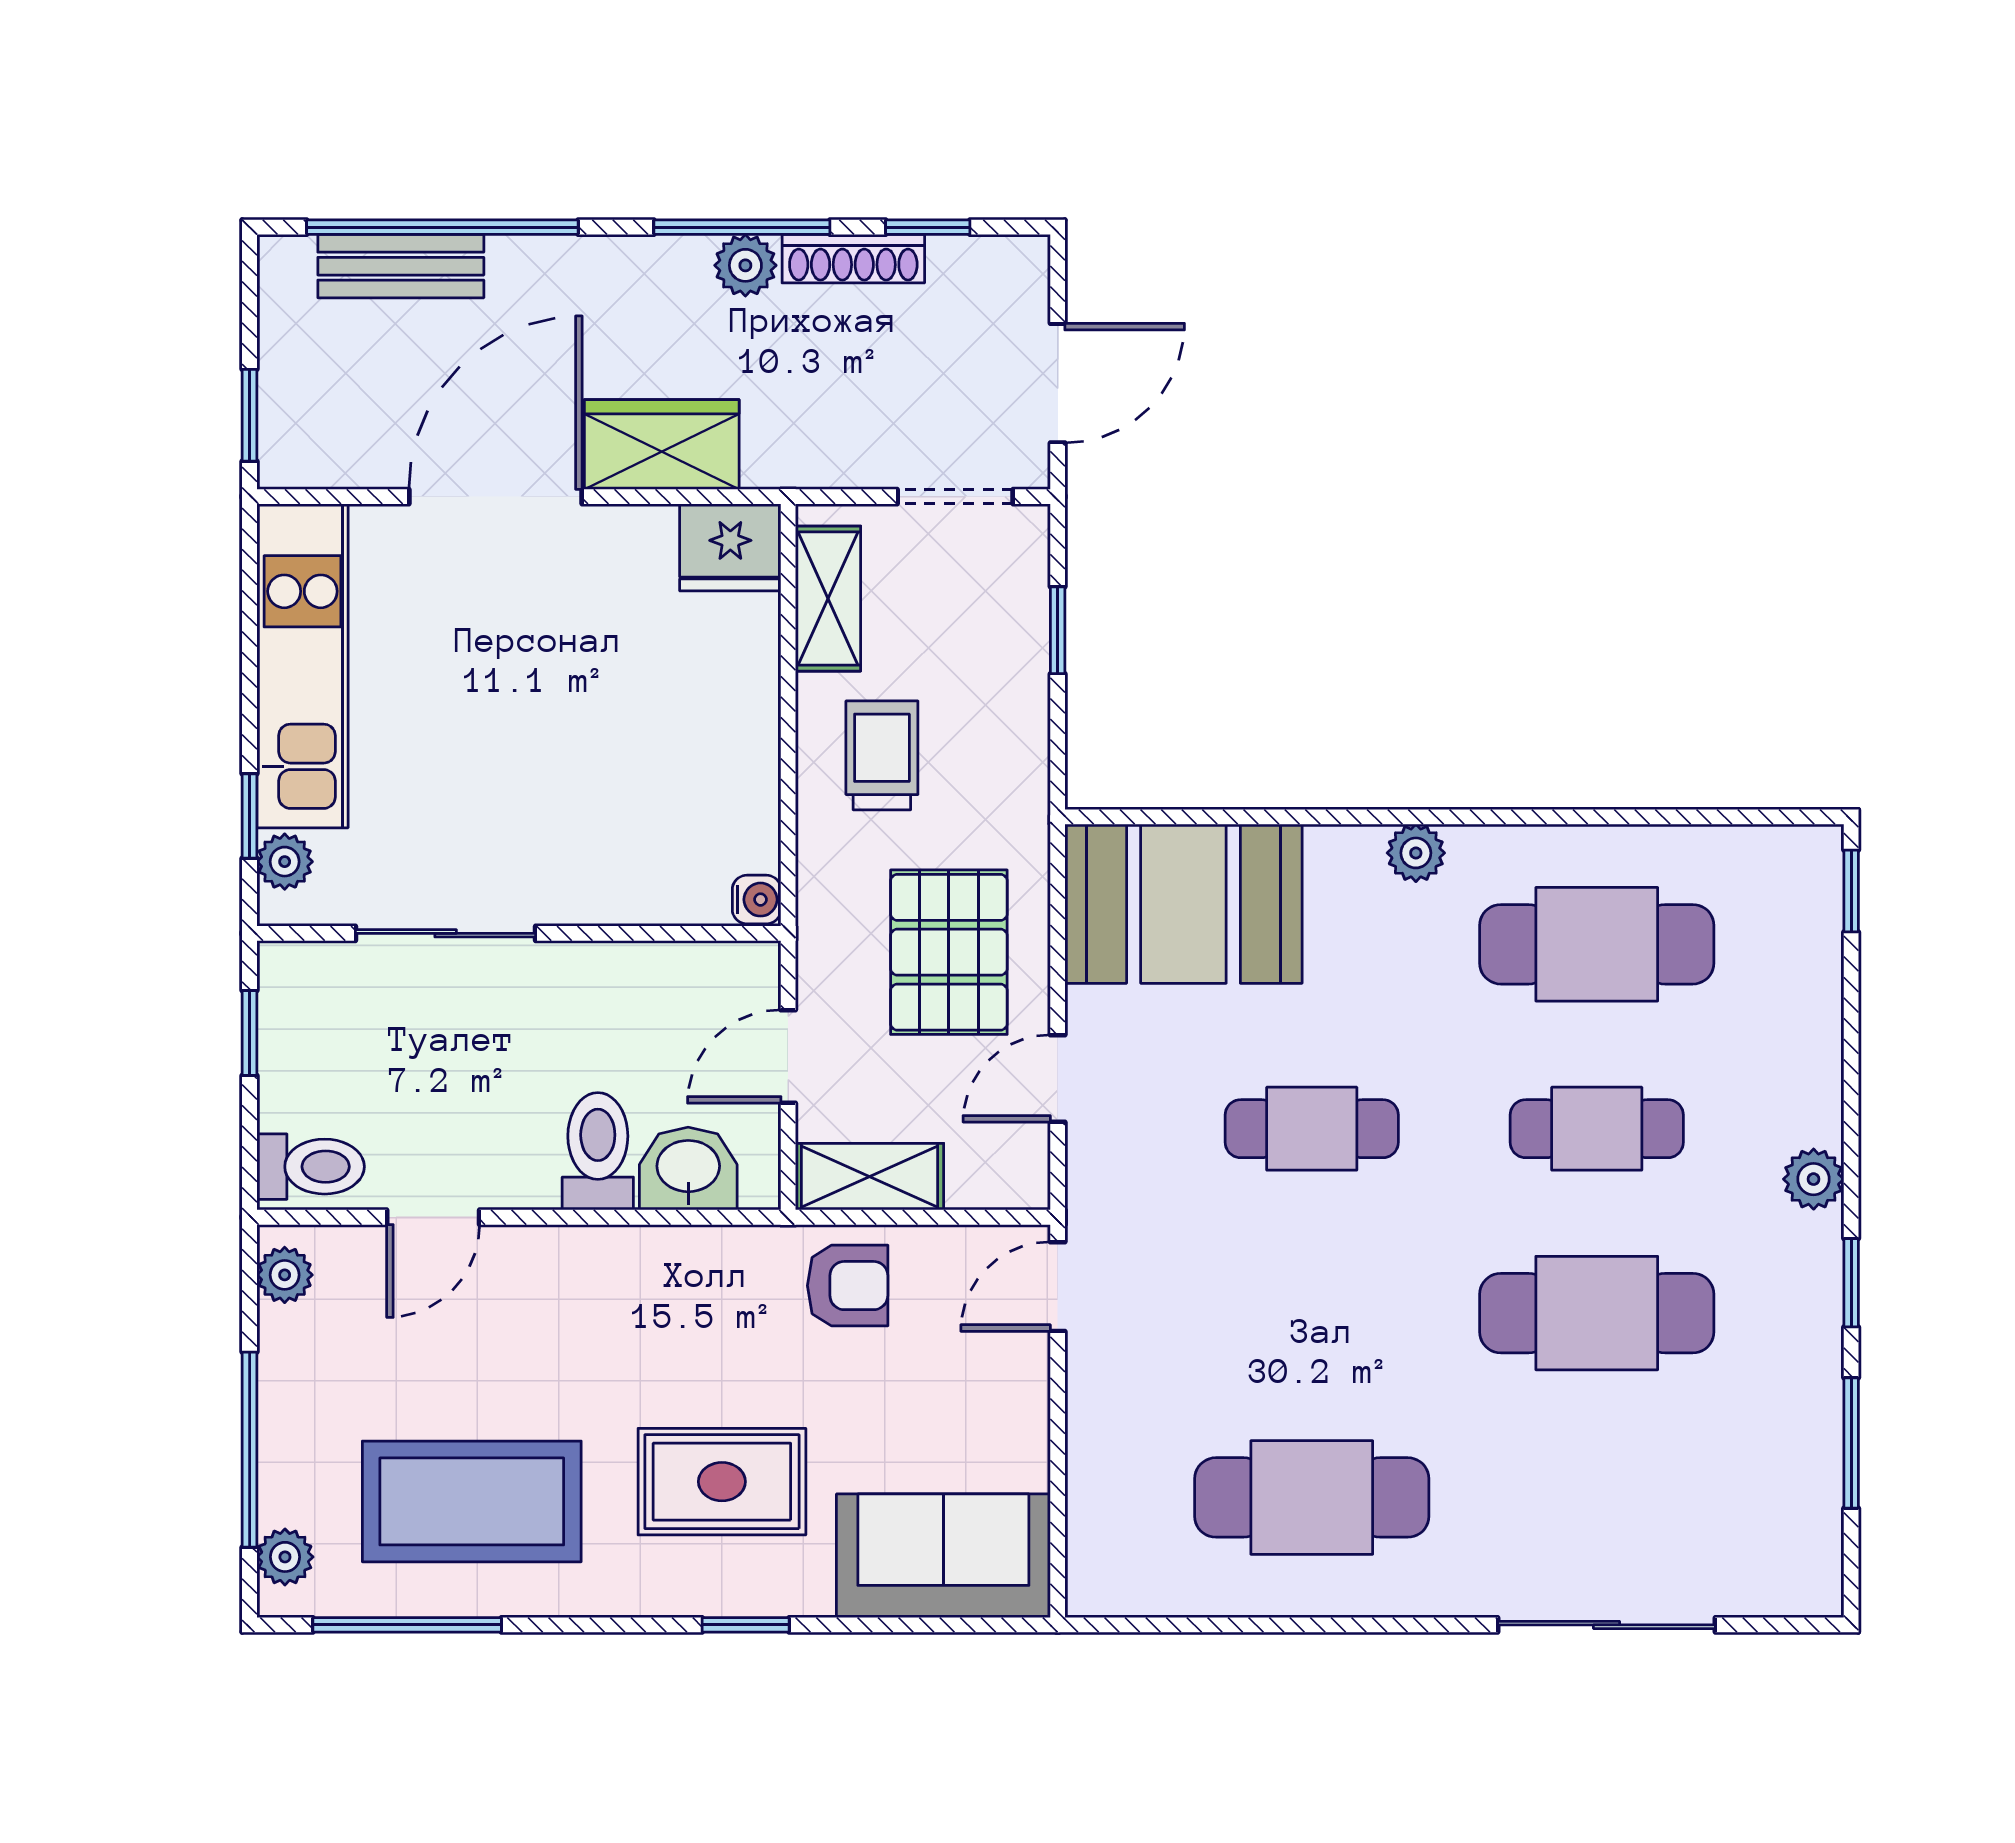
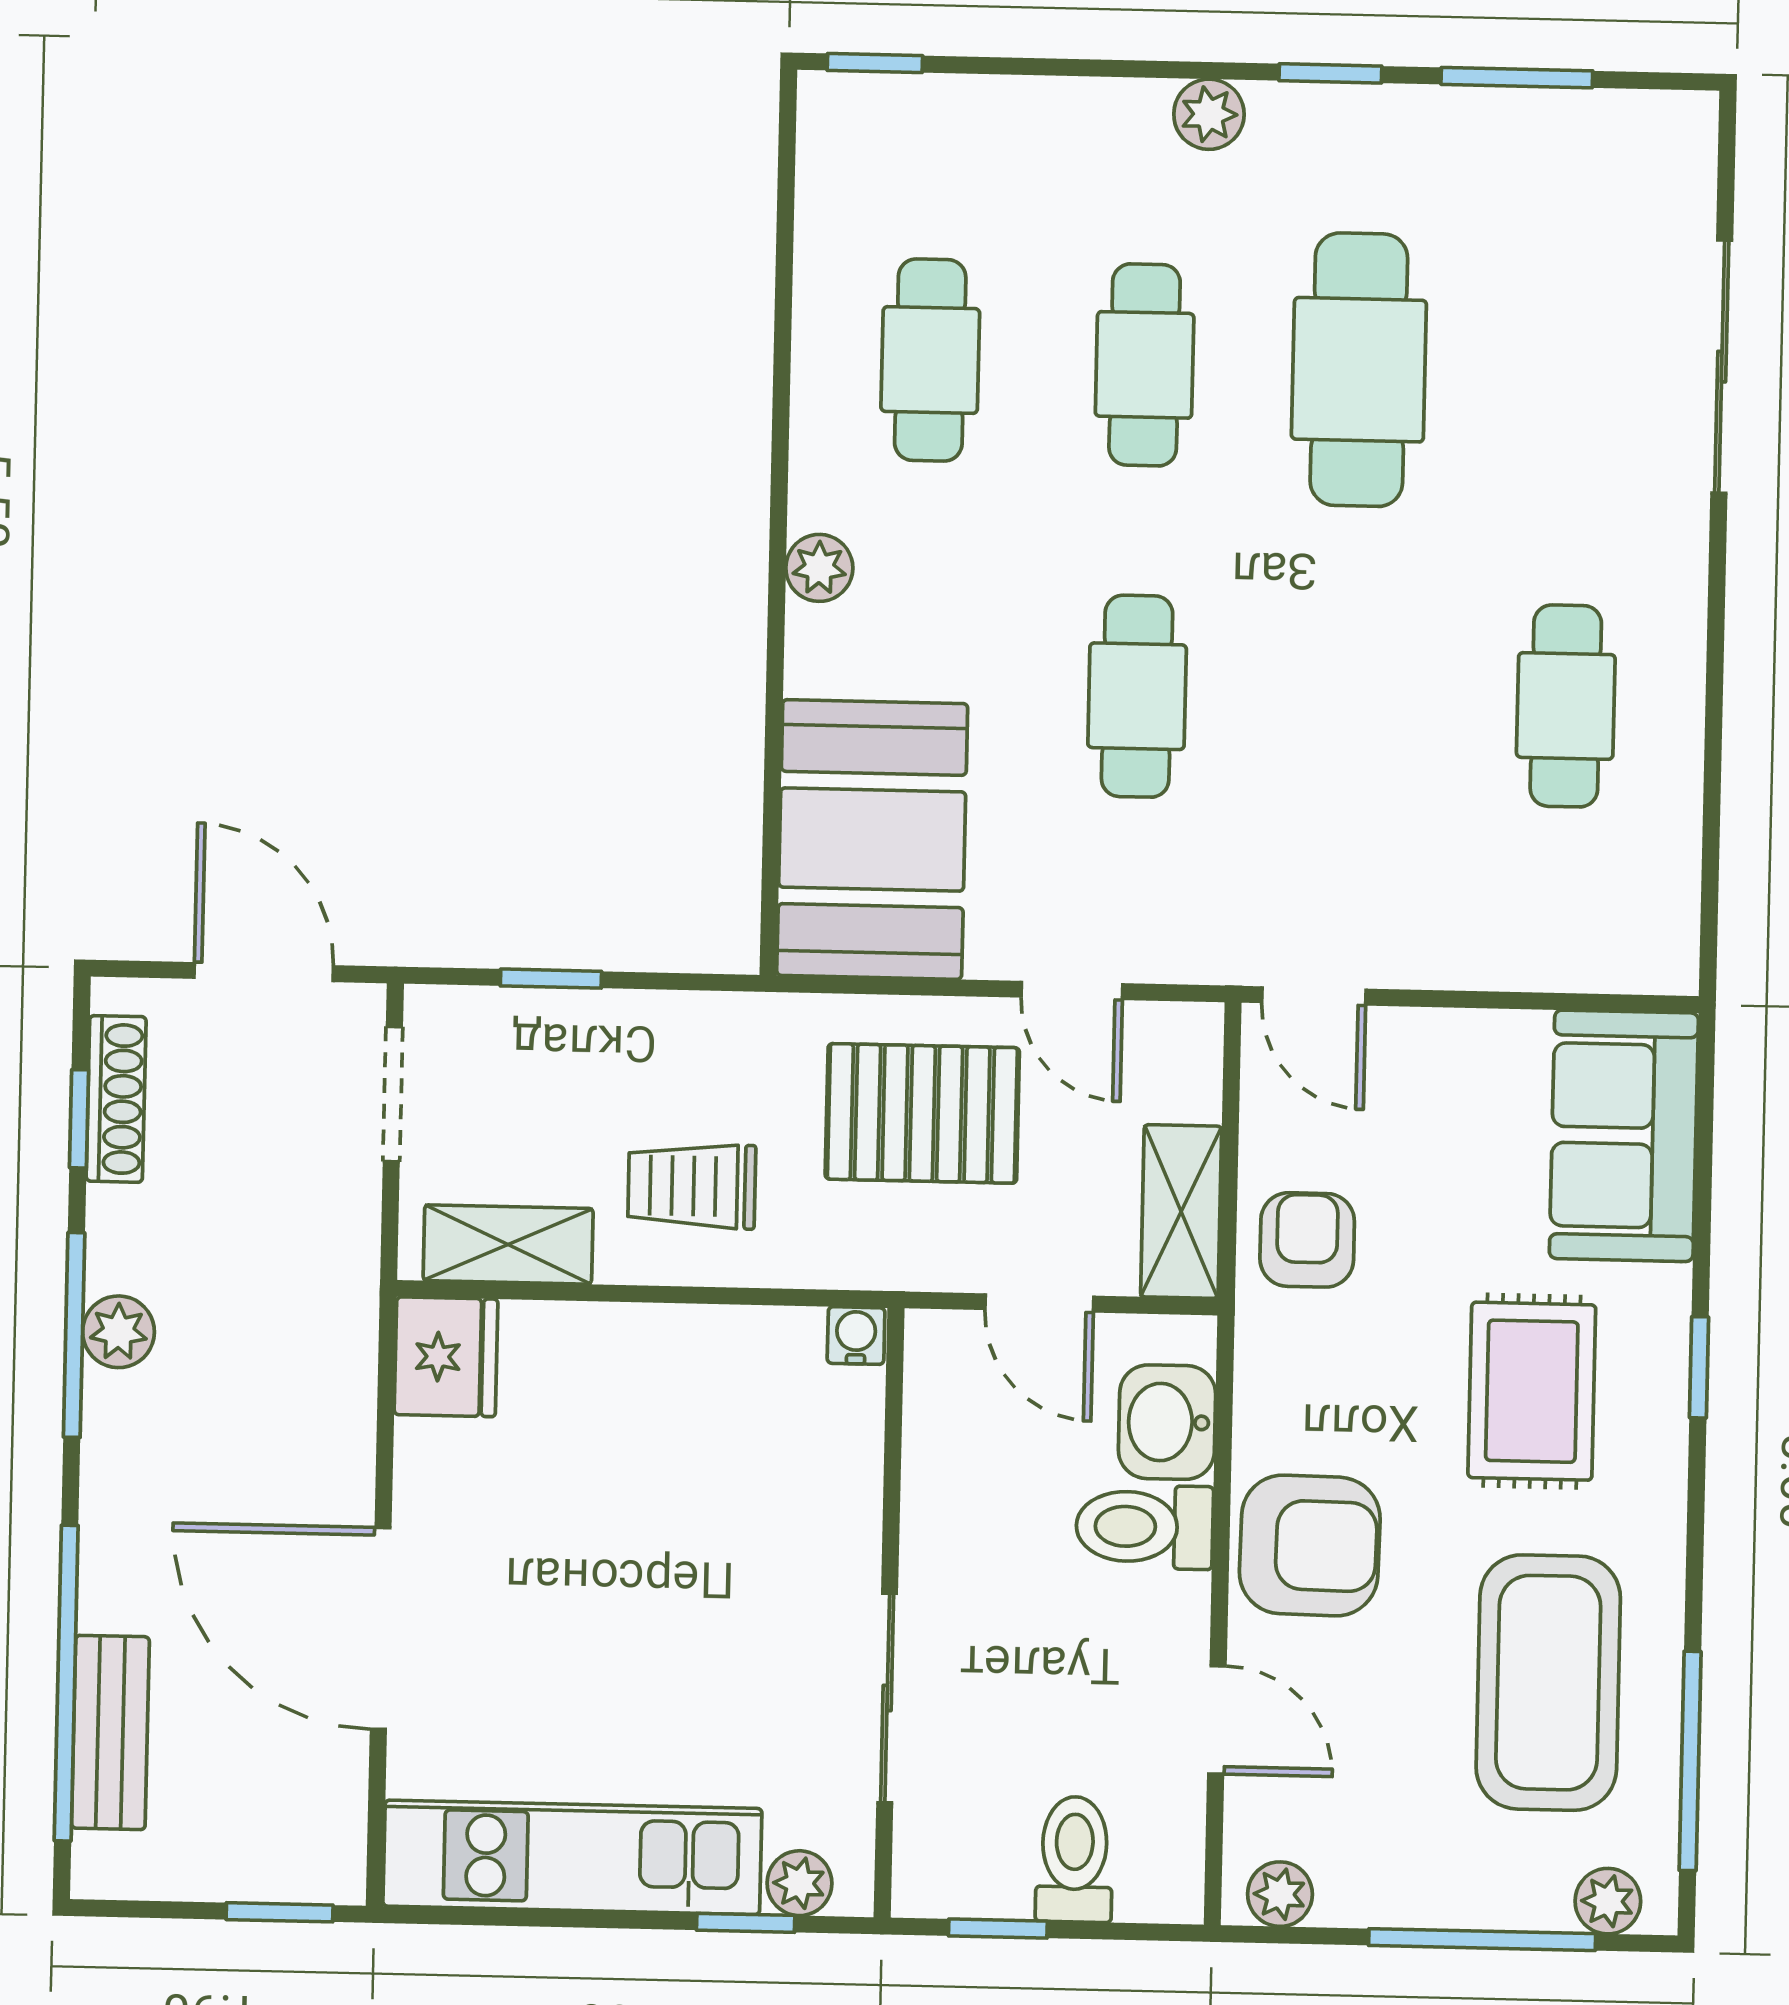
shoe rack: (853, 259) -> (116, 1099), moved
wardrobe: (662, 444) -> (324, 1434), removed
cafe table: (1597, 944) -> (930, 360), width x0.73, depth x0.74
toilet: (311, 1167) -> (1074, 1859), moved
armchair: (585, 1294) -> (1310, 1545), added
cafe table: (1312, 1497) -> (1566, 706), width x0.73, depth x0.74

